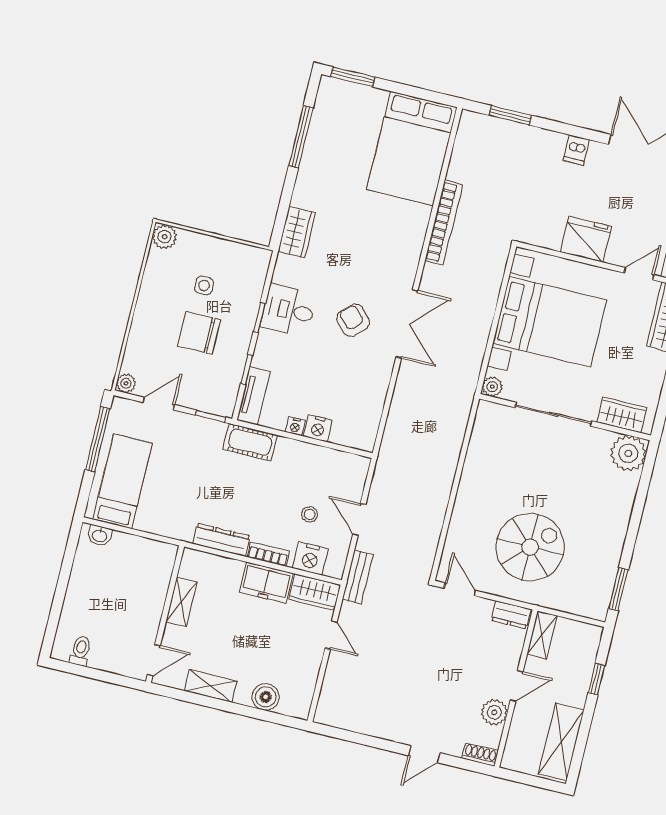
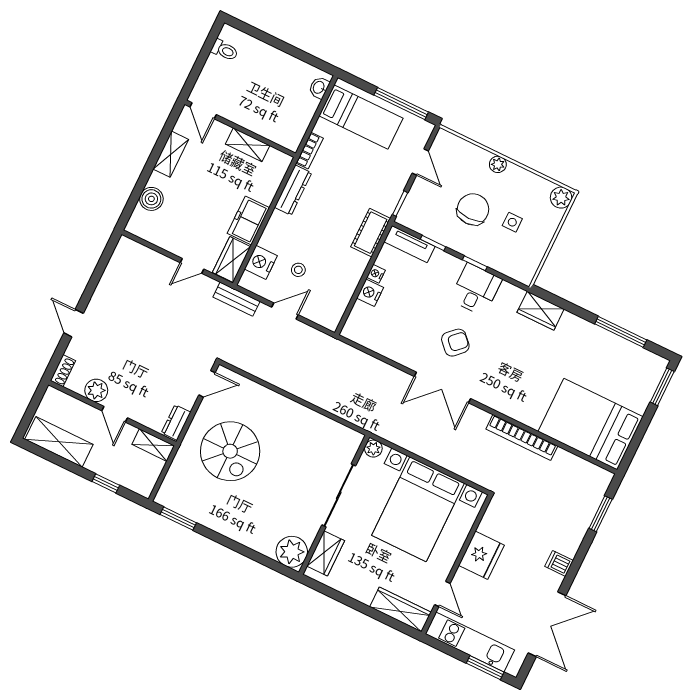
plant: (126, 383) -> (498, 164), moved
bookcase: (268, 554) -> (310, 151), moved

